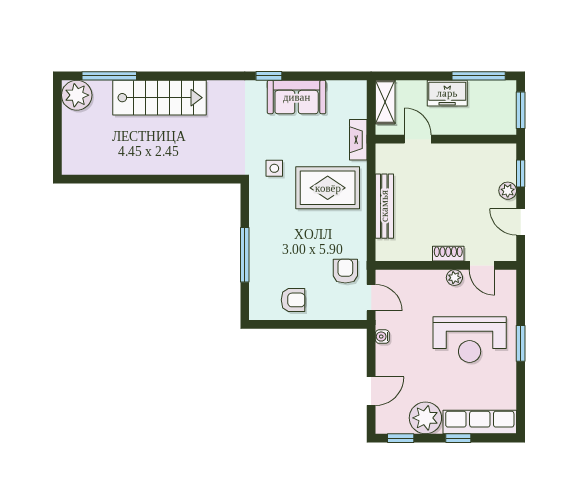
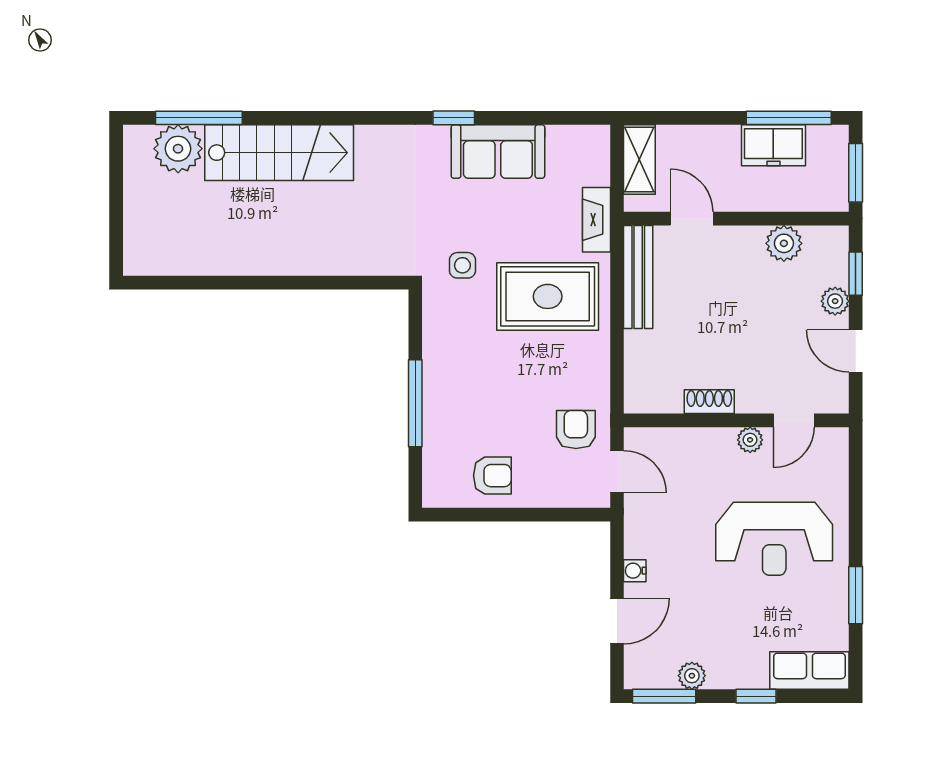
freezer: (447, 93) -> (773, 145), moved
plant: (77, 95) -> (178, 149), moved
plant: (476, 155) -> (784, 243), added
bench: (384, 206) -> (638, 277), moved
shoe rack: (448, 254) -> (709, 402), moved
door: (482, 265) -> (794, 420), hinge flipped
water cooler: (382, 337) -> (635, 571), moved
window: (521, 343) -> (856, 595), moved
plant: (425, 418) -> (692, 676), width x0.53, depth x0.53
row of seats: (480, 422) -> (809, 670), width x0.68
window: (401, 438) -> (664, 696), width x1.50

